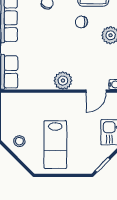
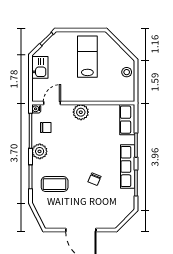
chair: (81, 22) -> (46, 128), moved
stool: (19, 141) -> (127, 72), moved

